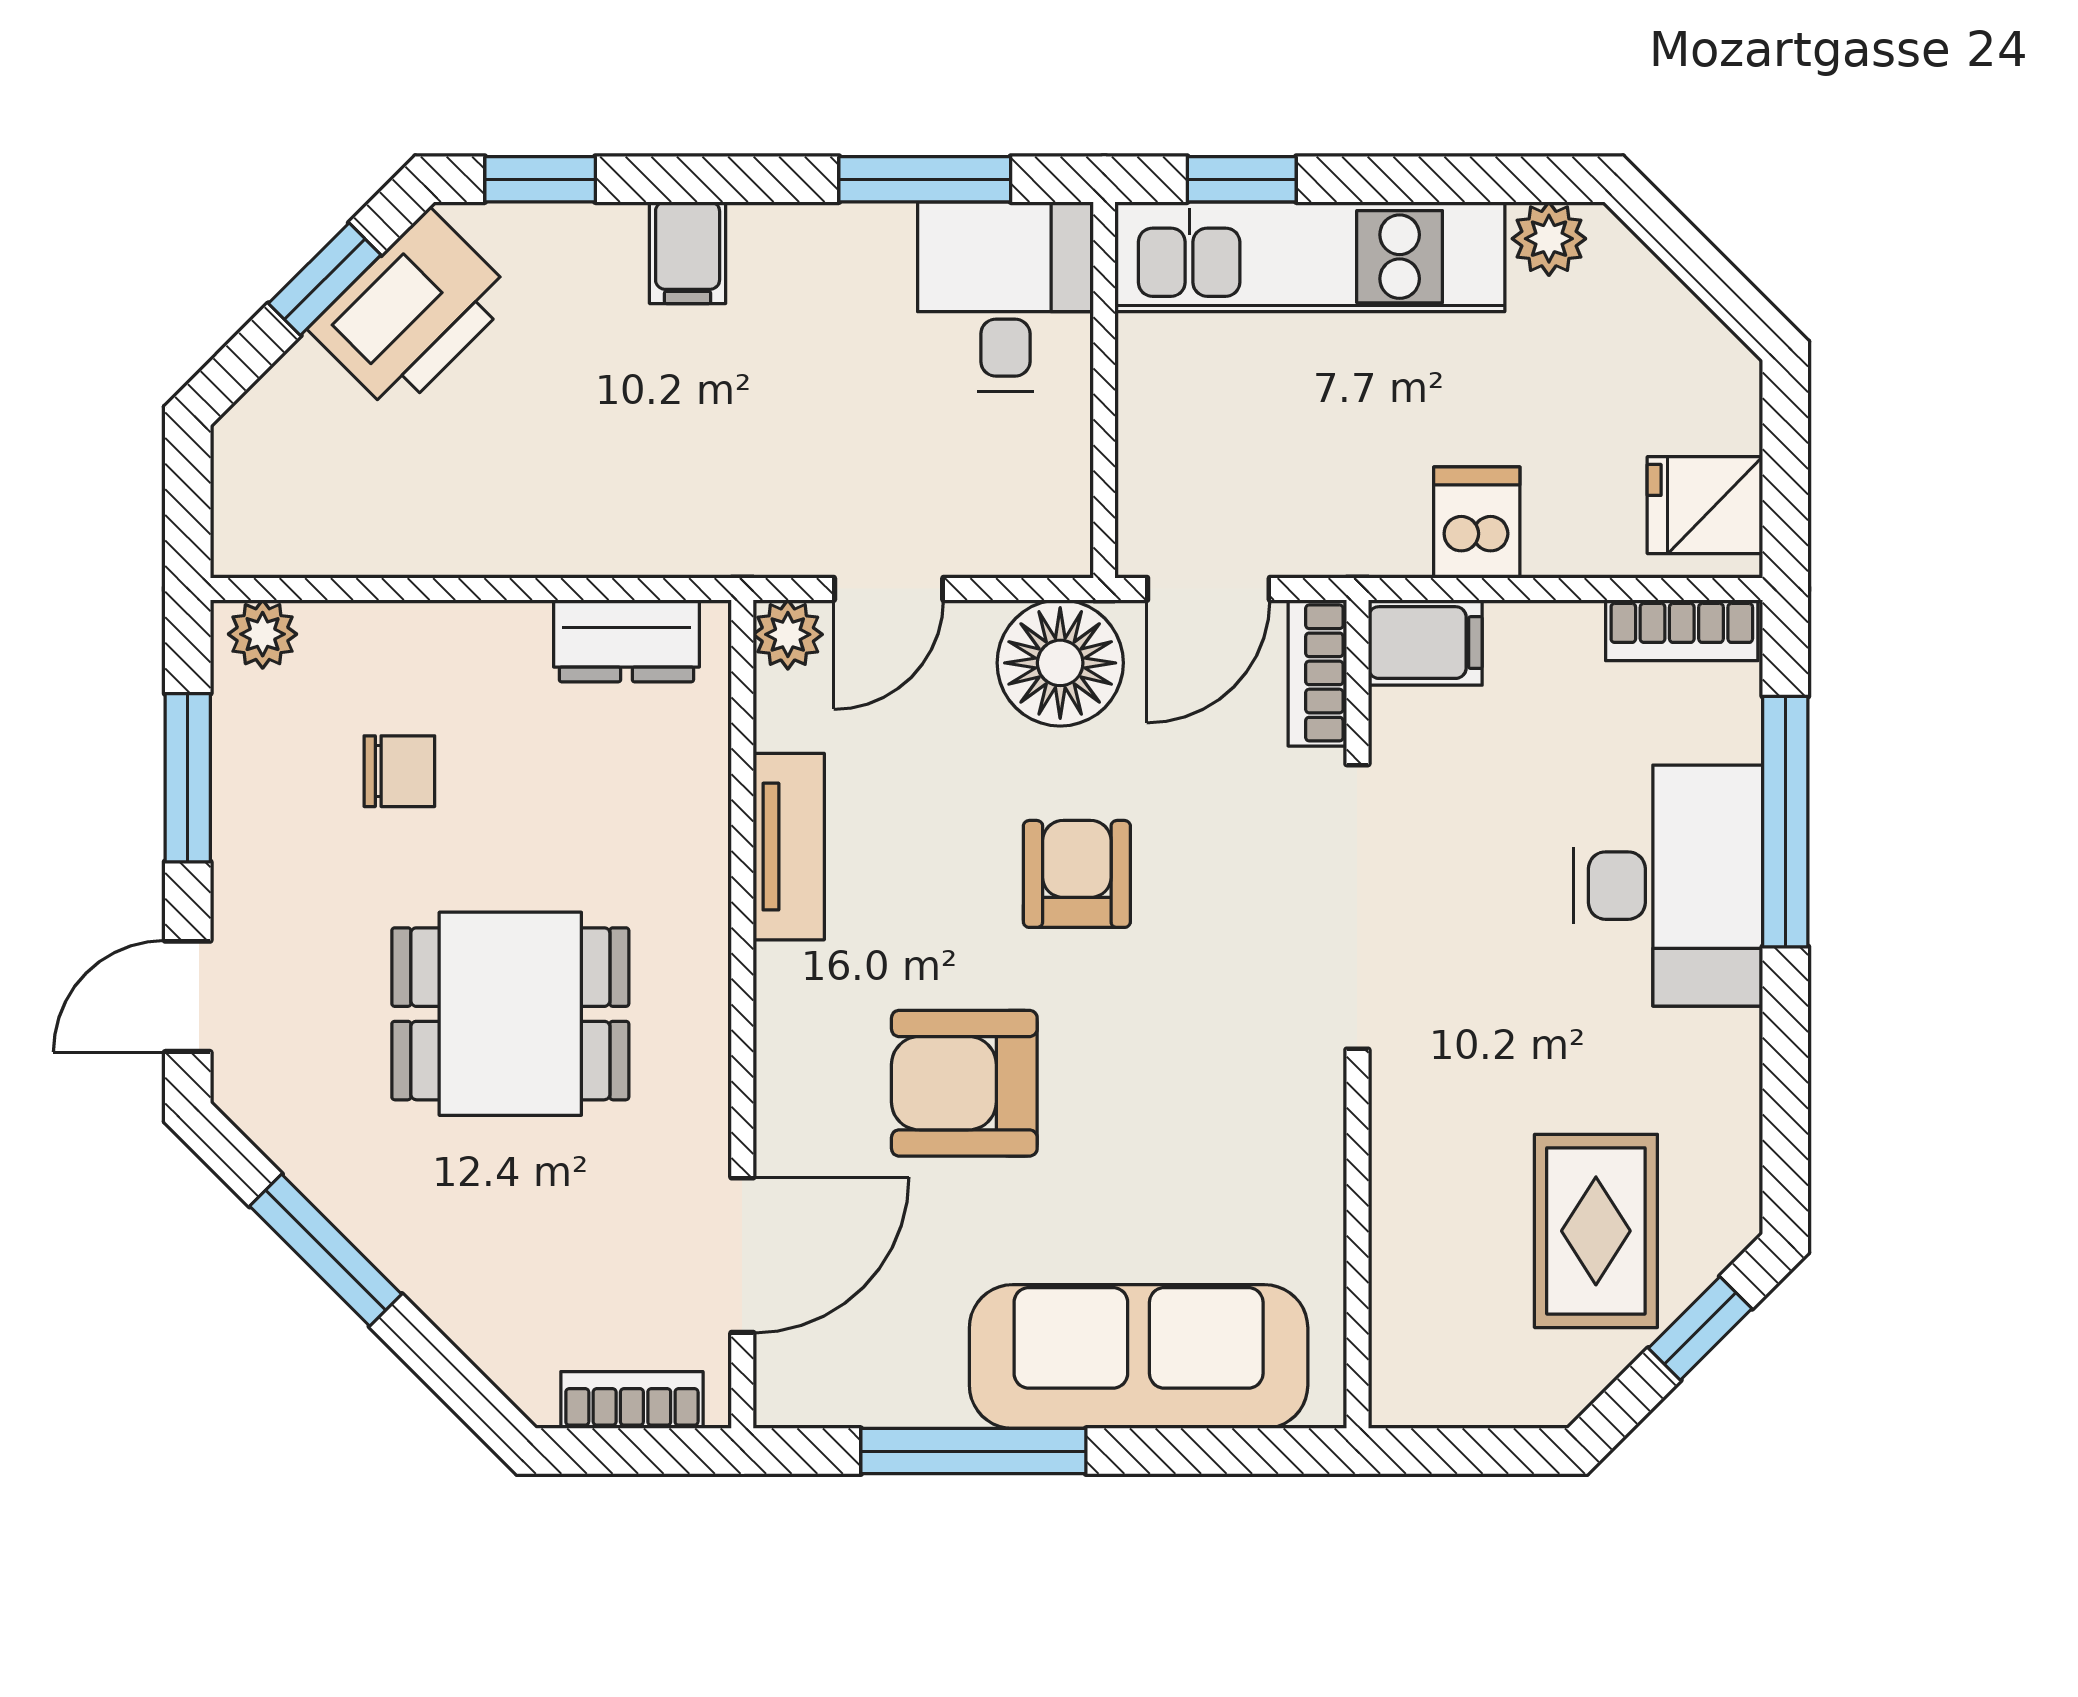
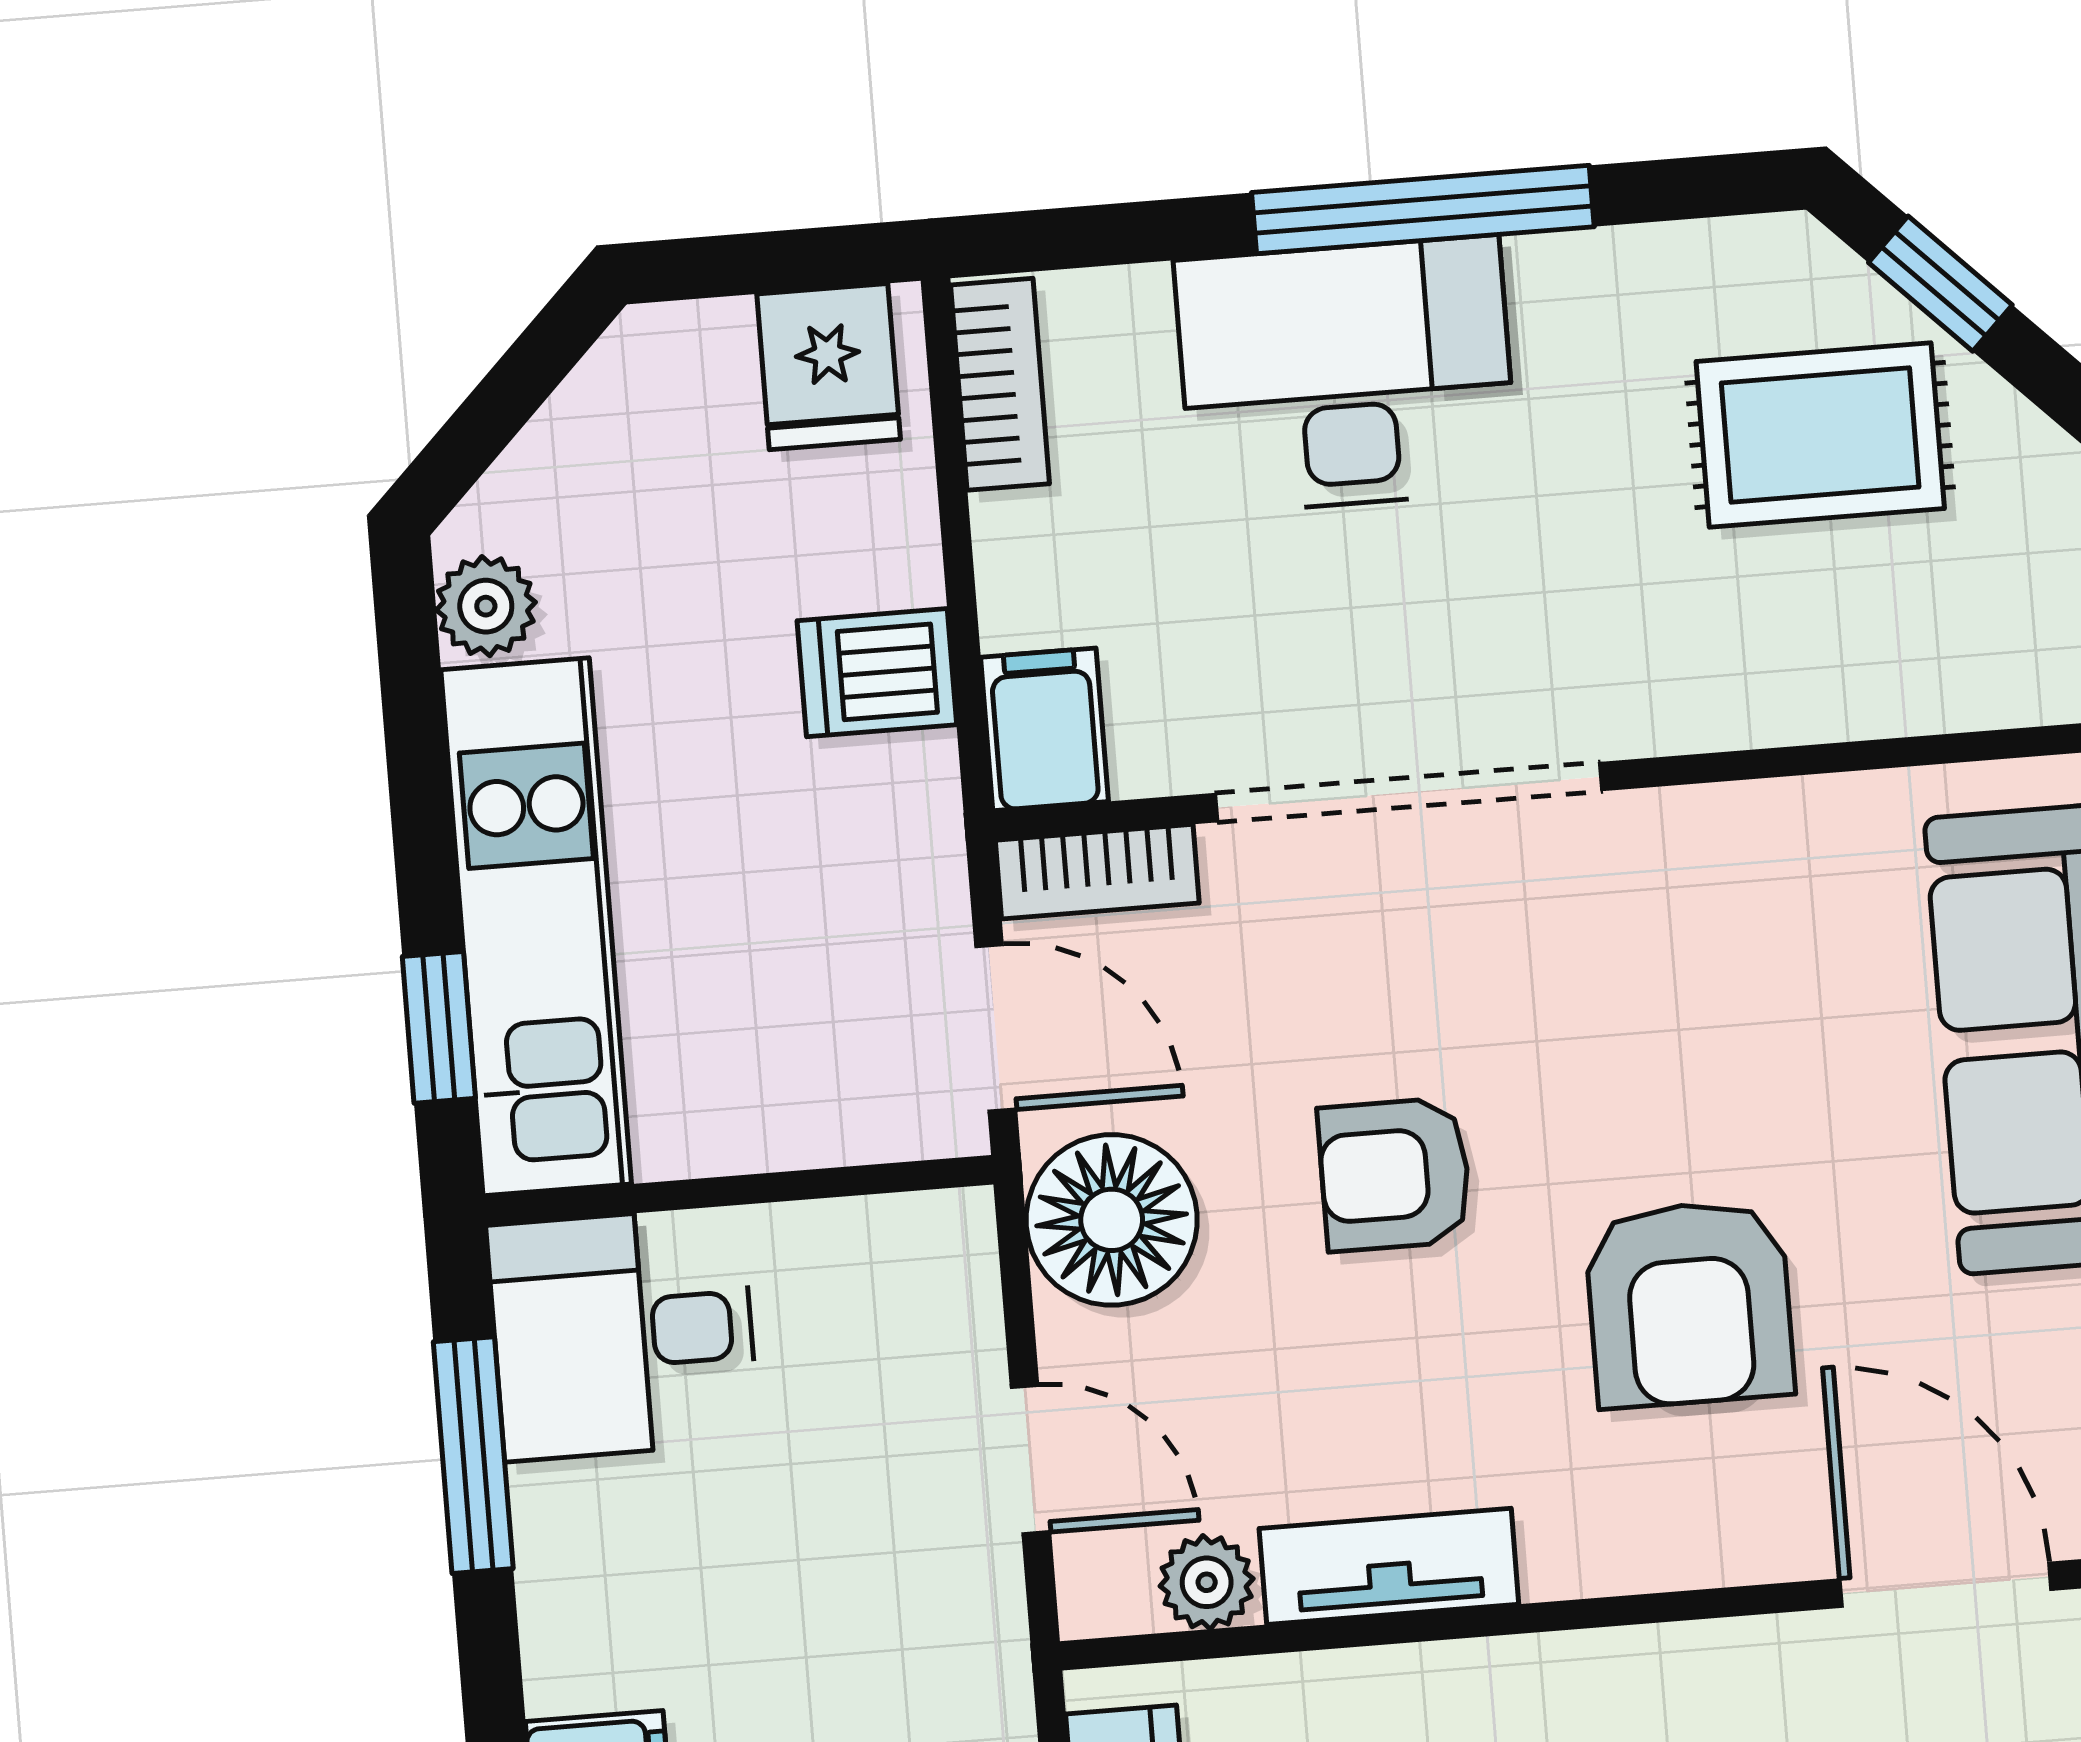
plant: (788, 634) -> (1207, 1582), moved
window: (1785, 822) -> (1423, 210), moved

